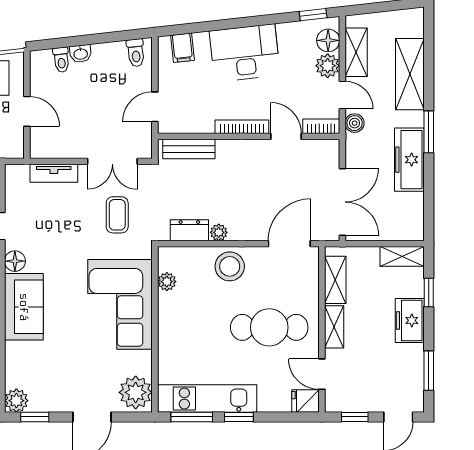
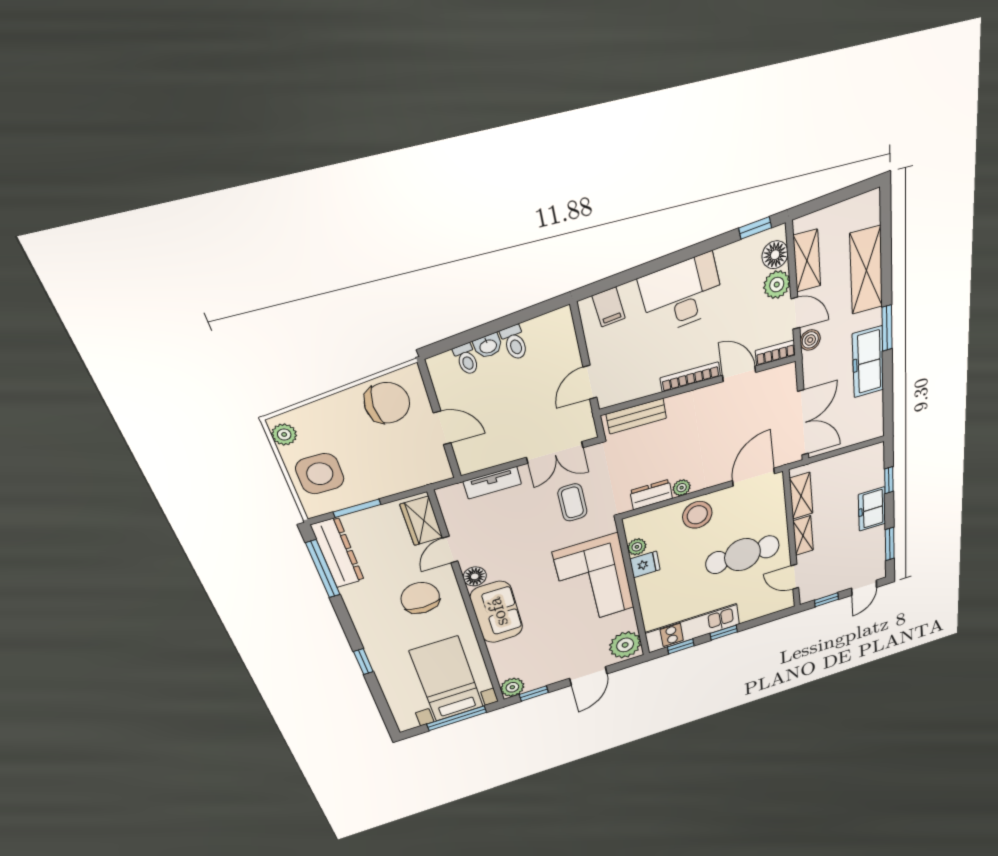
toilet: (136, 53) -> (514, 343), moved
shelving: (402, 256) -> (863, 456), removed
fridge: (305, 401) -> (645, 564), moved, turned 180
window: (192, 417) -> (681, 646), width x0.67

